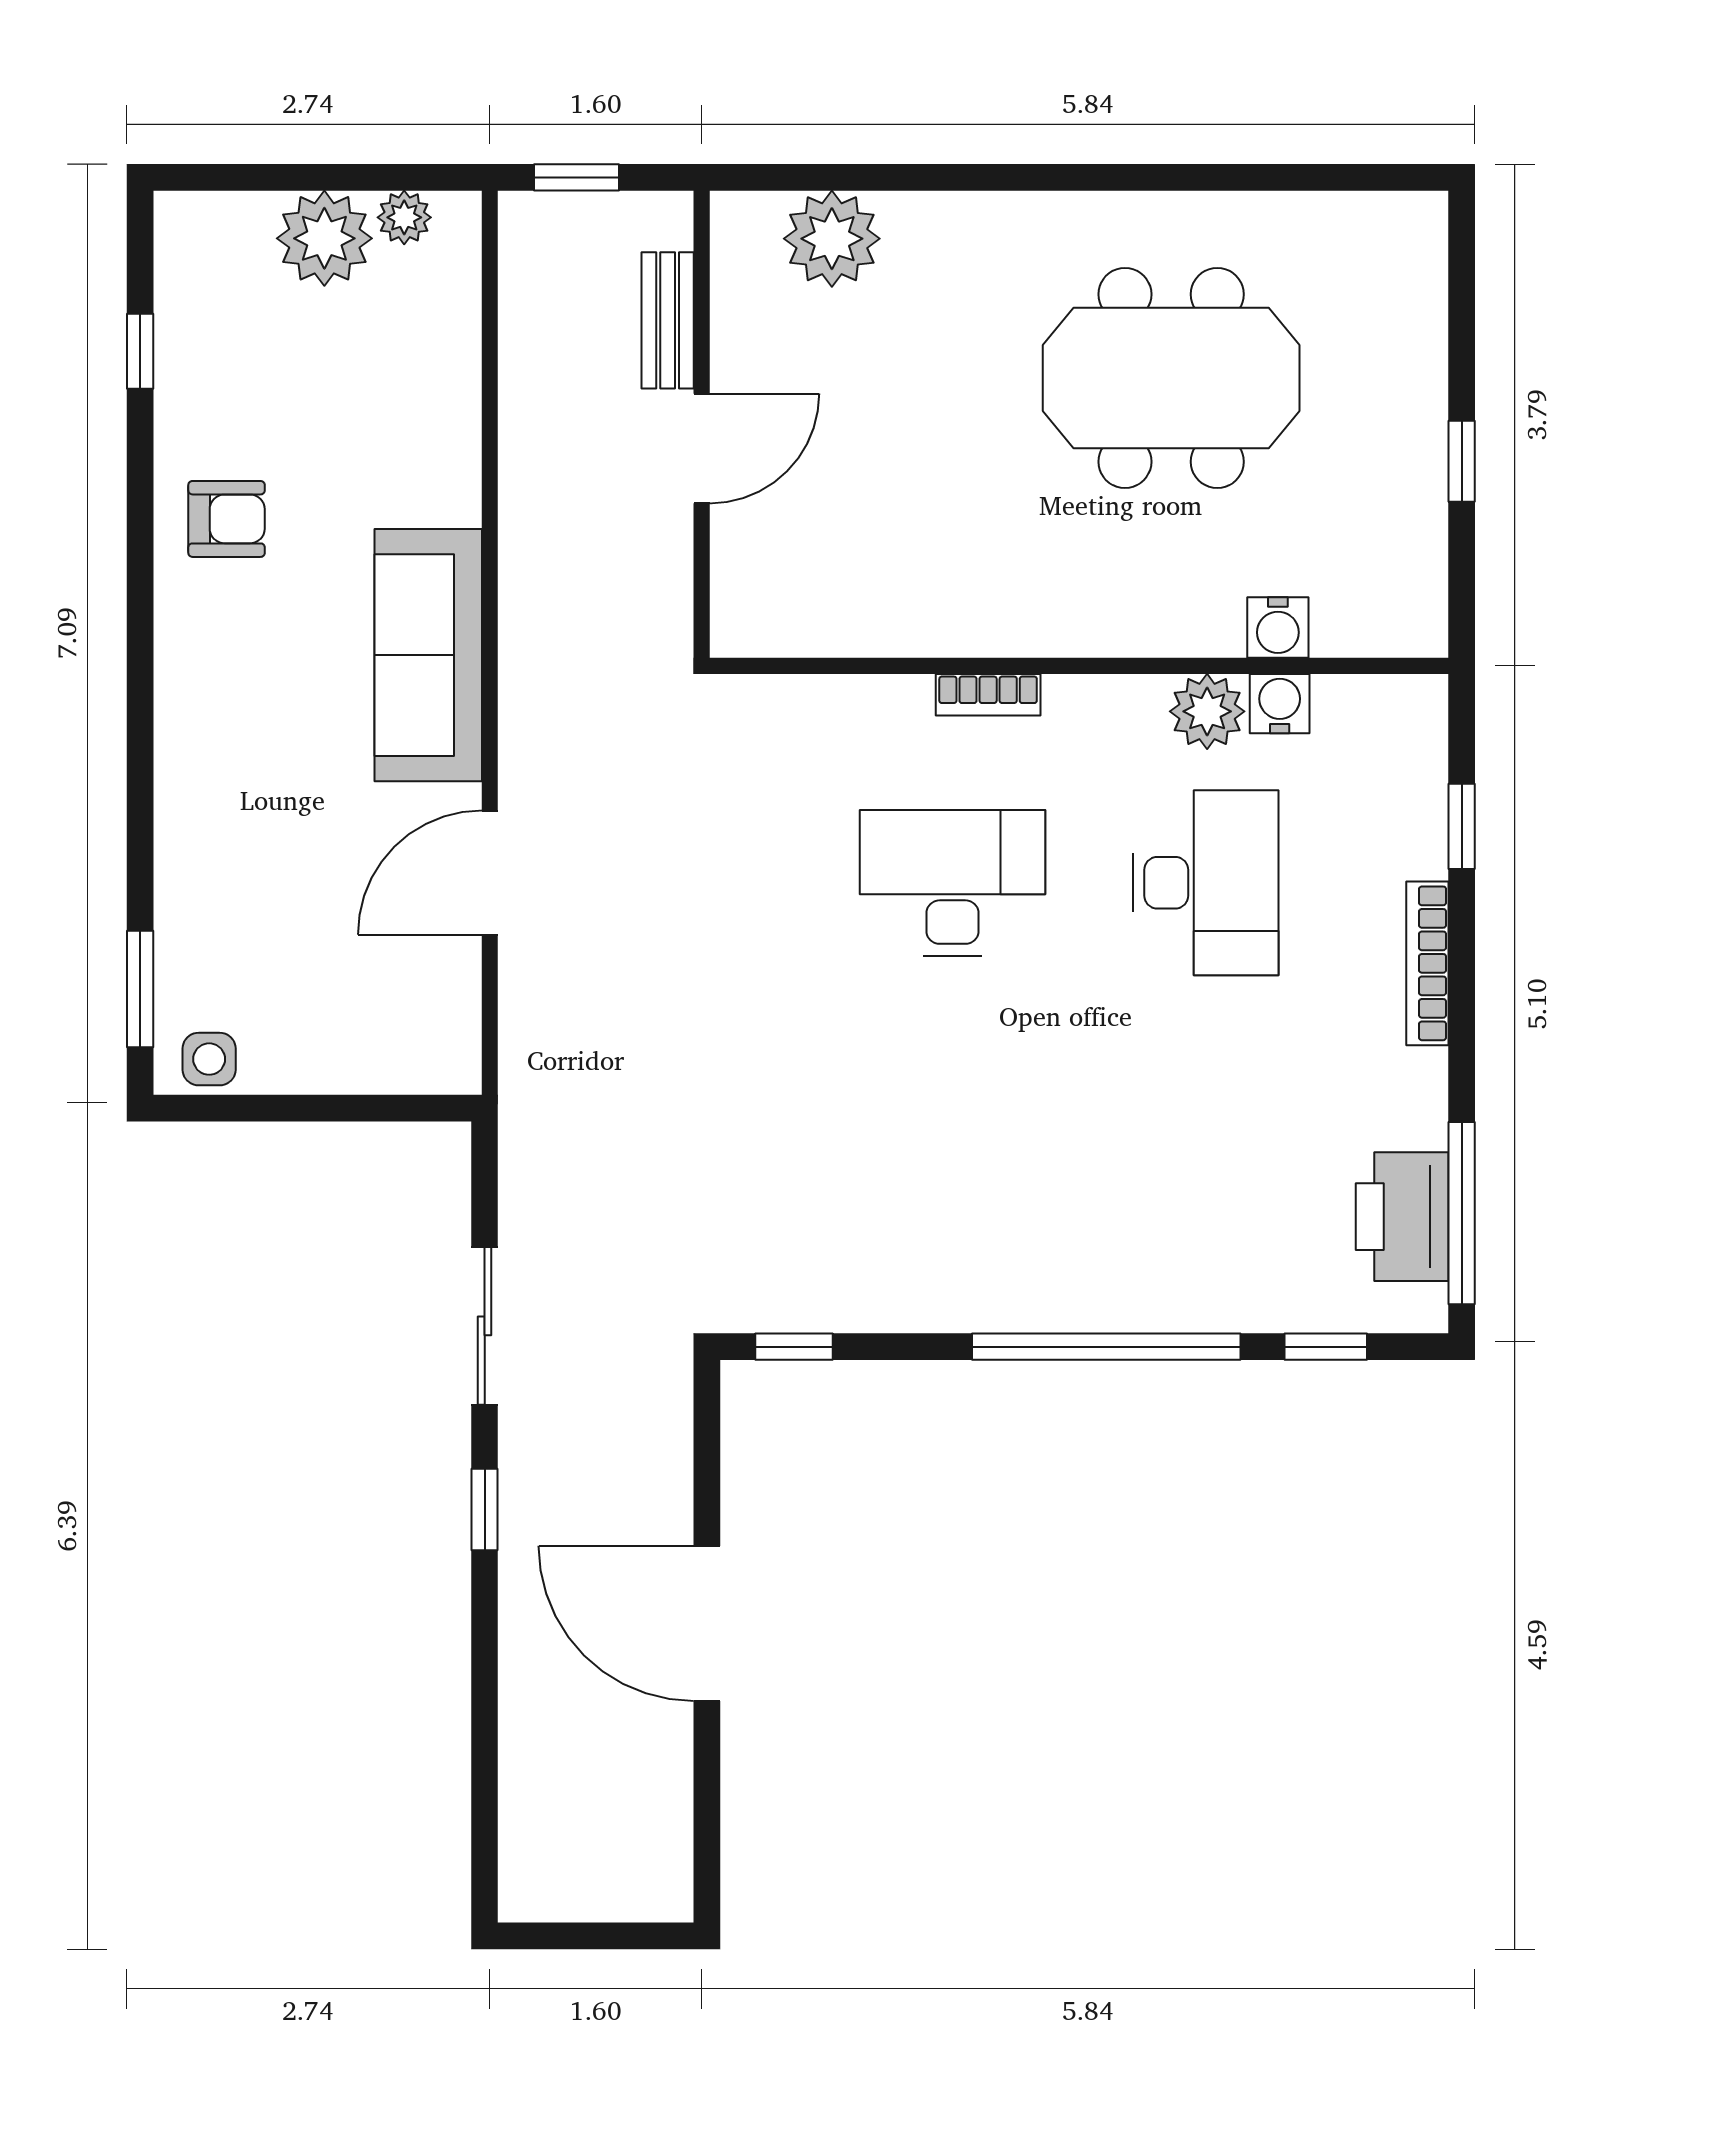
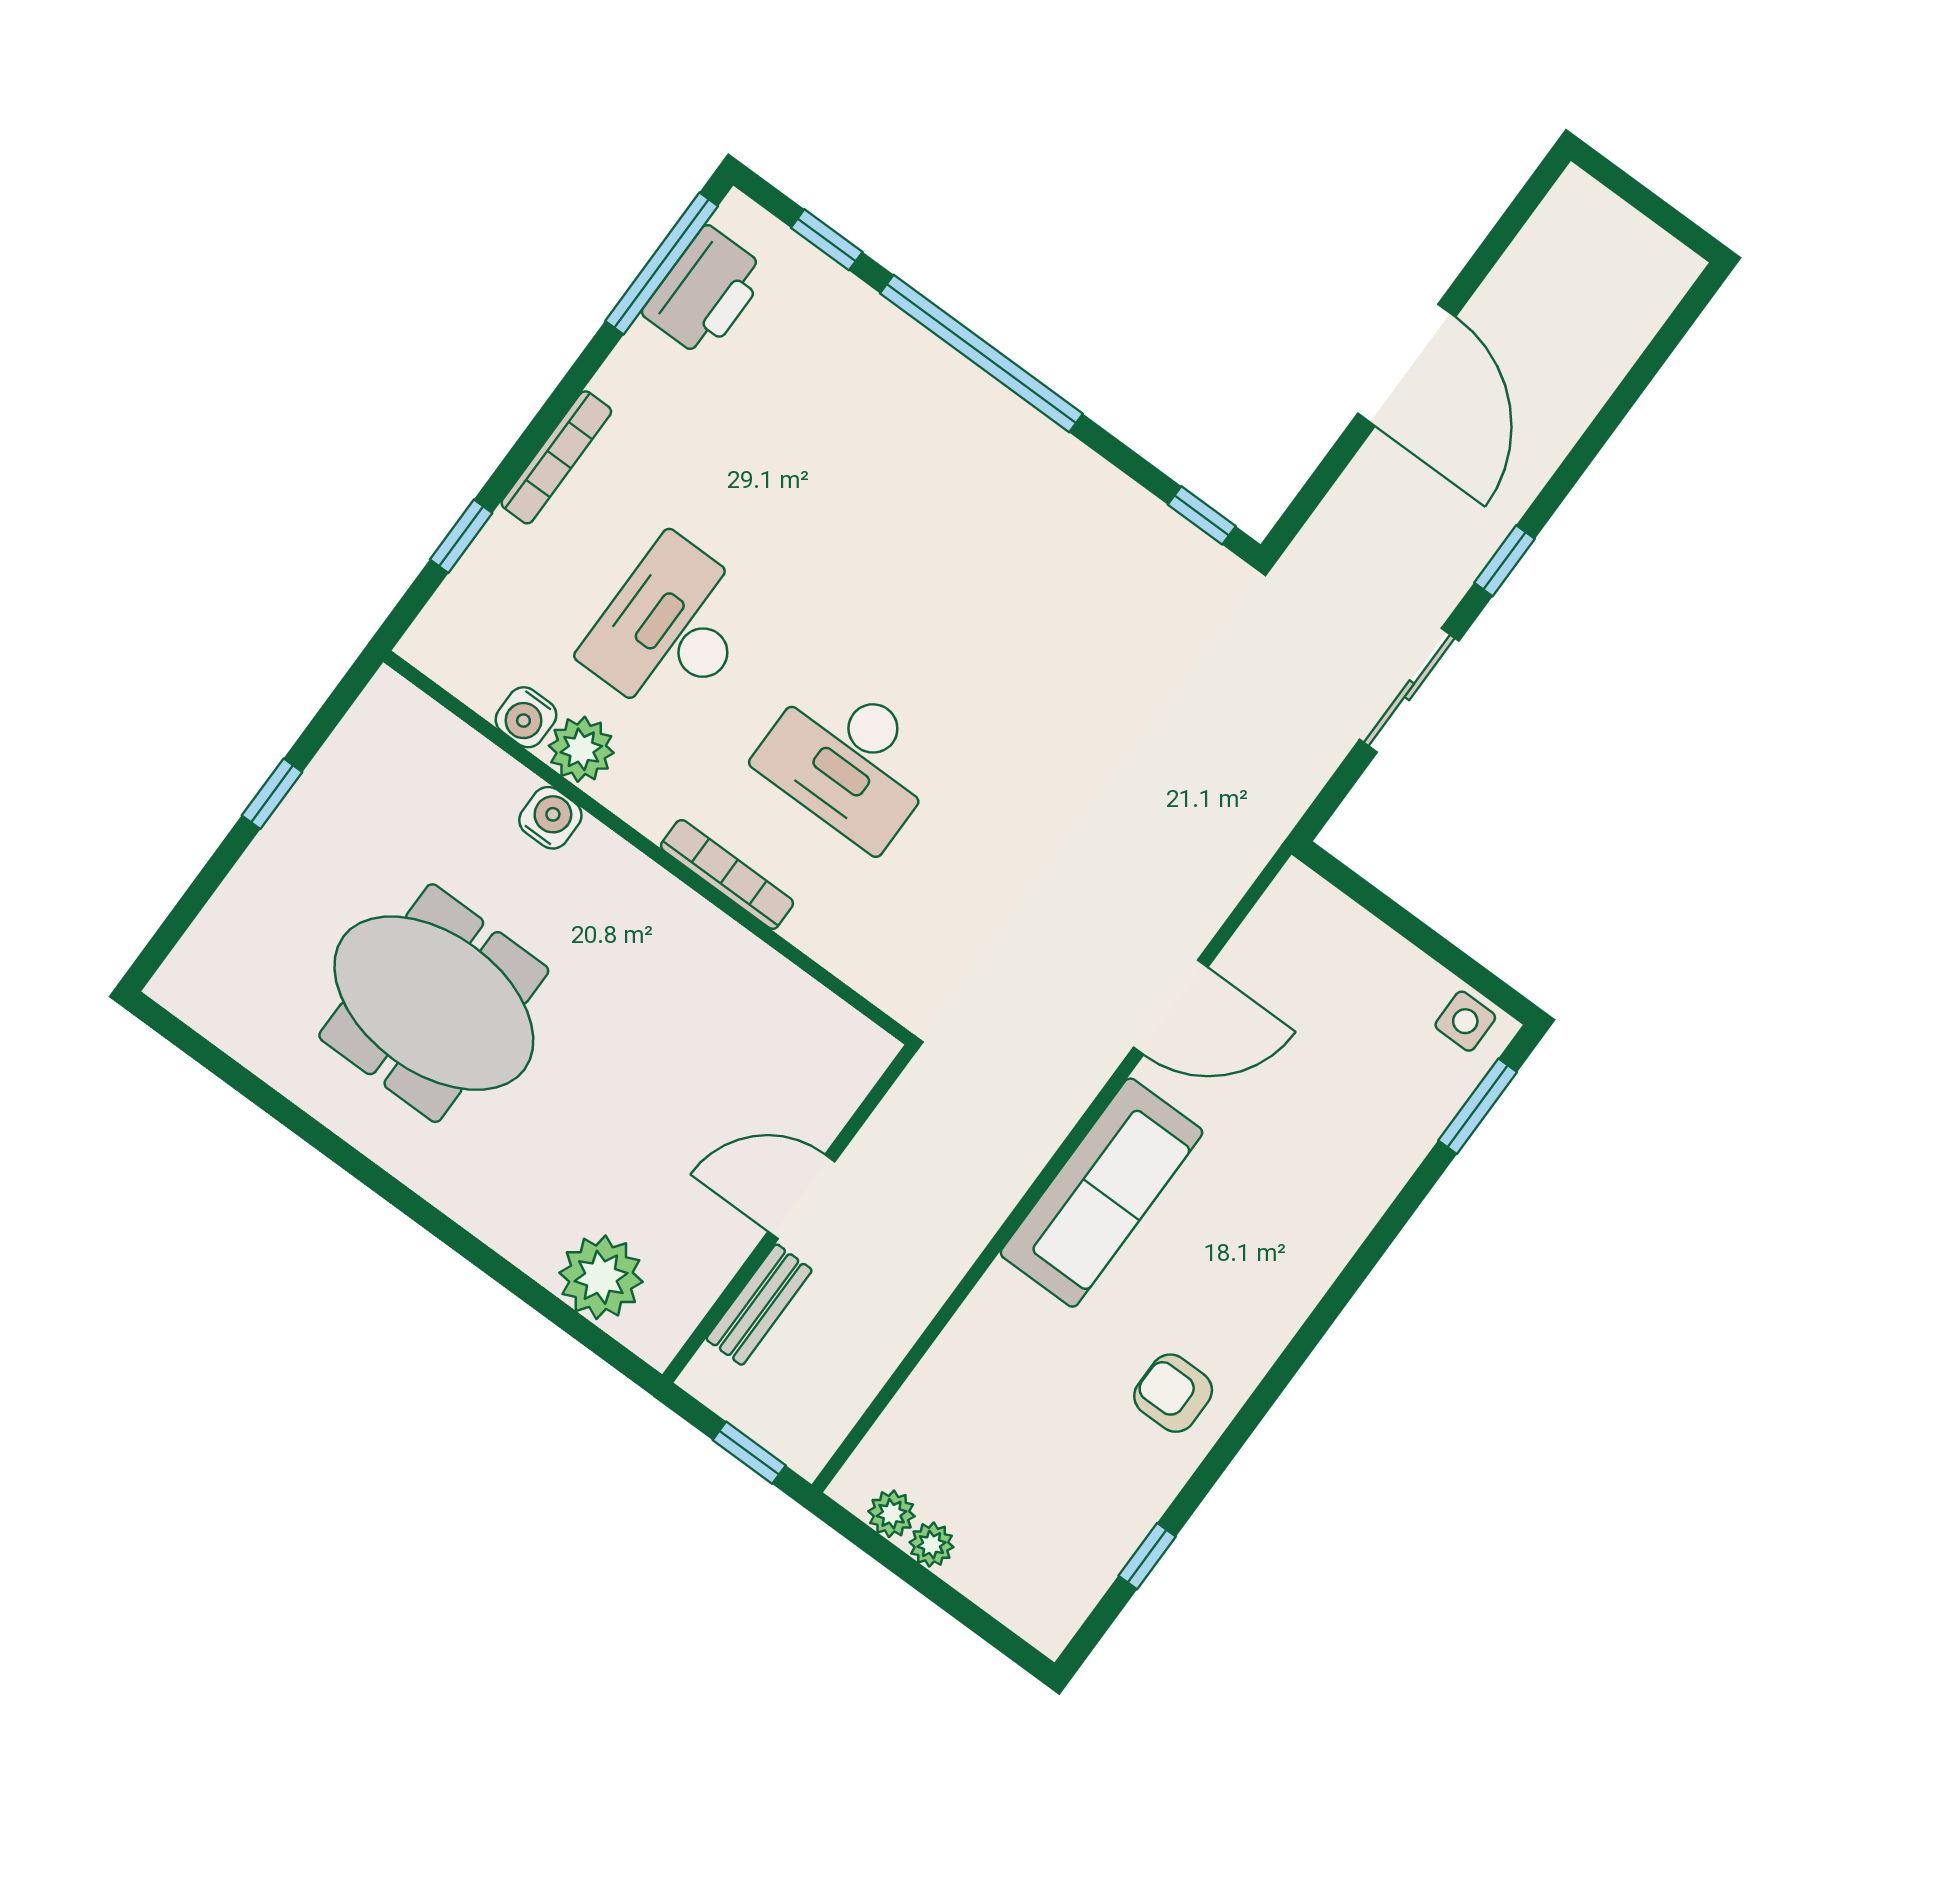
plant: (324, 238) -> (931, 1545), width x0.53, depth x0.53
water cooler: (1278, 628) -> (550, 818), moved
bookcase: (988, 695) -> (727, 874), width x1.56

